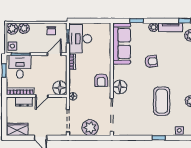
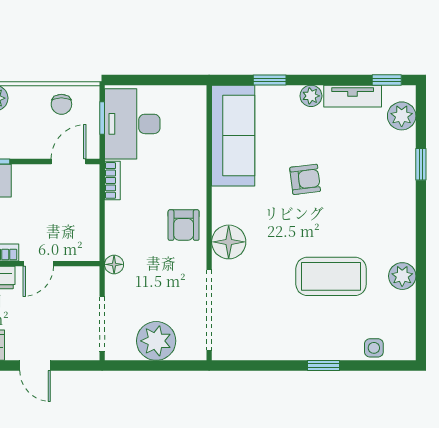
floor lamp: (60, 88) -> (82, 244), removed
coffee table: (162, 101) -> (331, 276), turned 90

